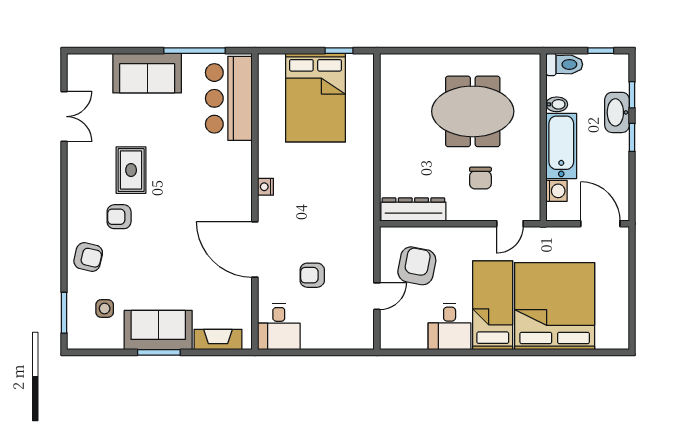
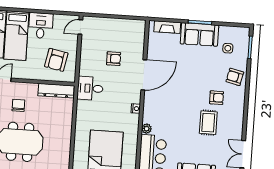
plant: (243, 151) -> (147, 129), added
door: (255, 249) -> (144, 75), hinge flipped
door: (377, 296) -> (80, 27), moved
desk: (279, 327) -> (90, 88), moved, turned -90

